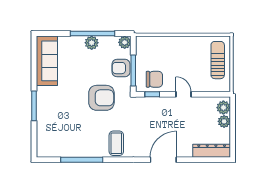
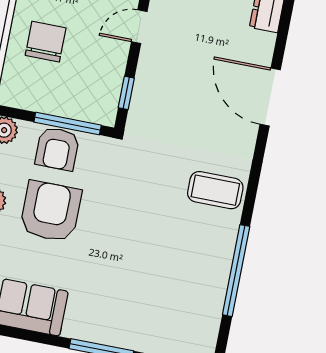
chair: (154, 79) -> (46, 42), moved
armchair: (101, 98) -> (51, 211), moved

